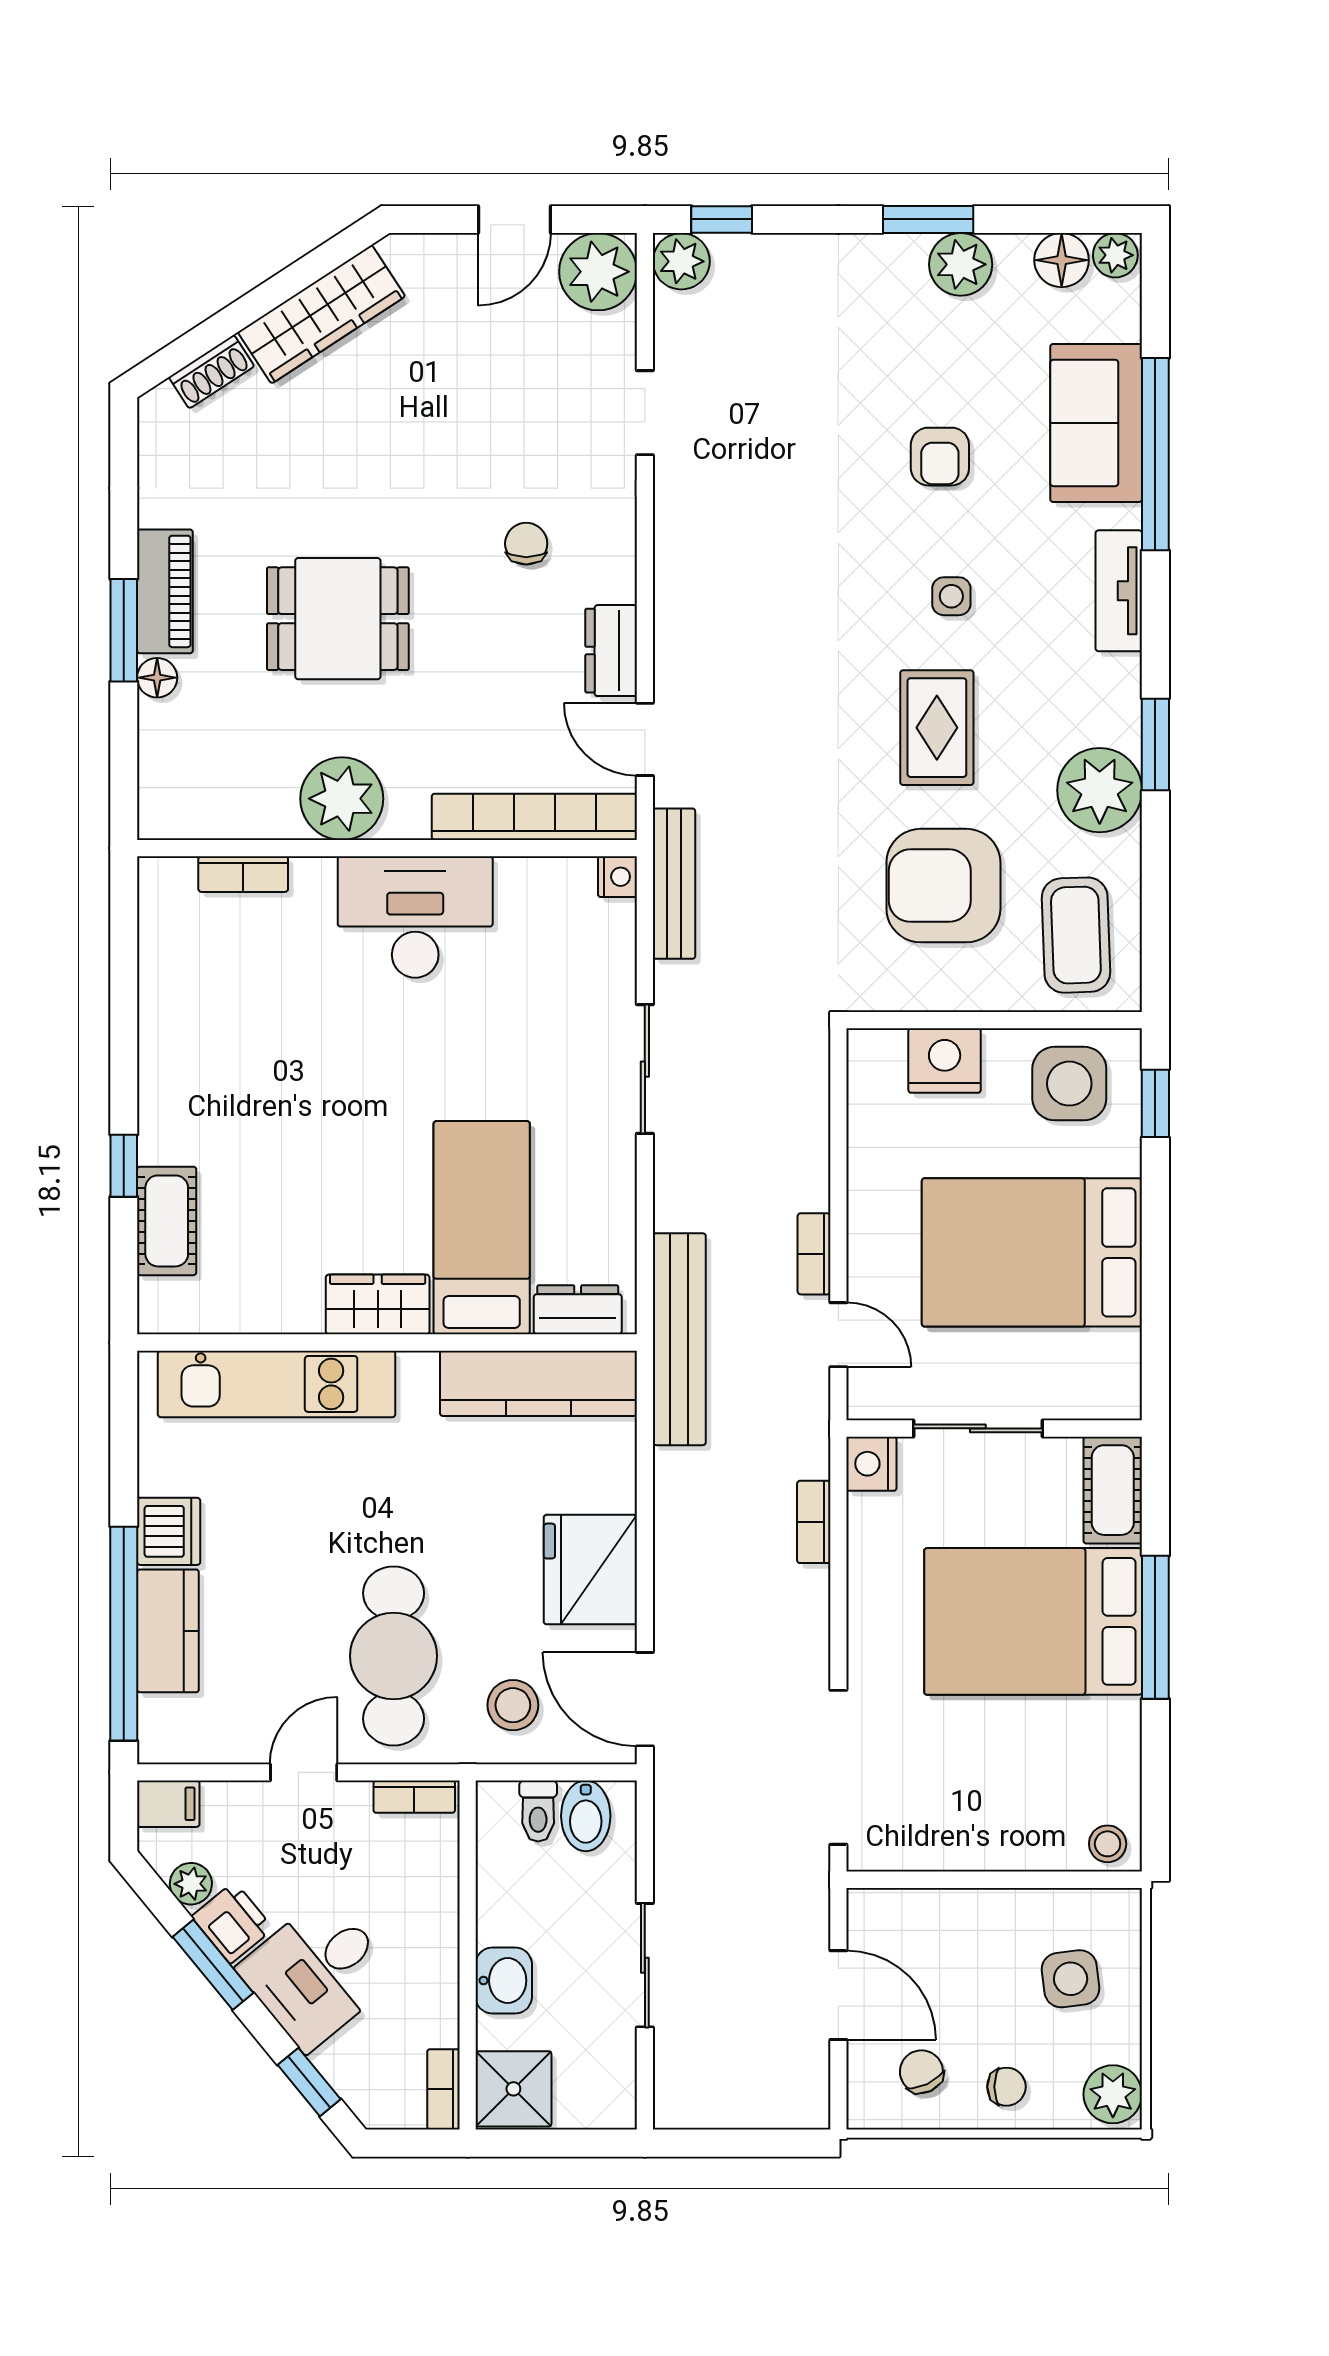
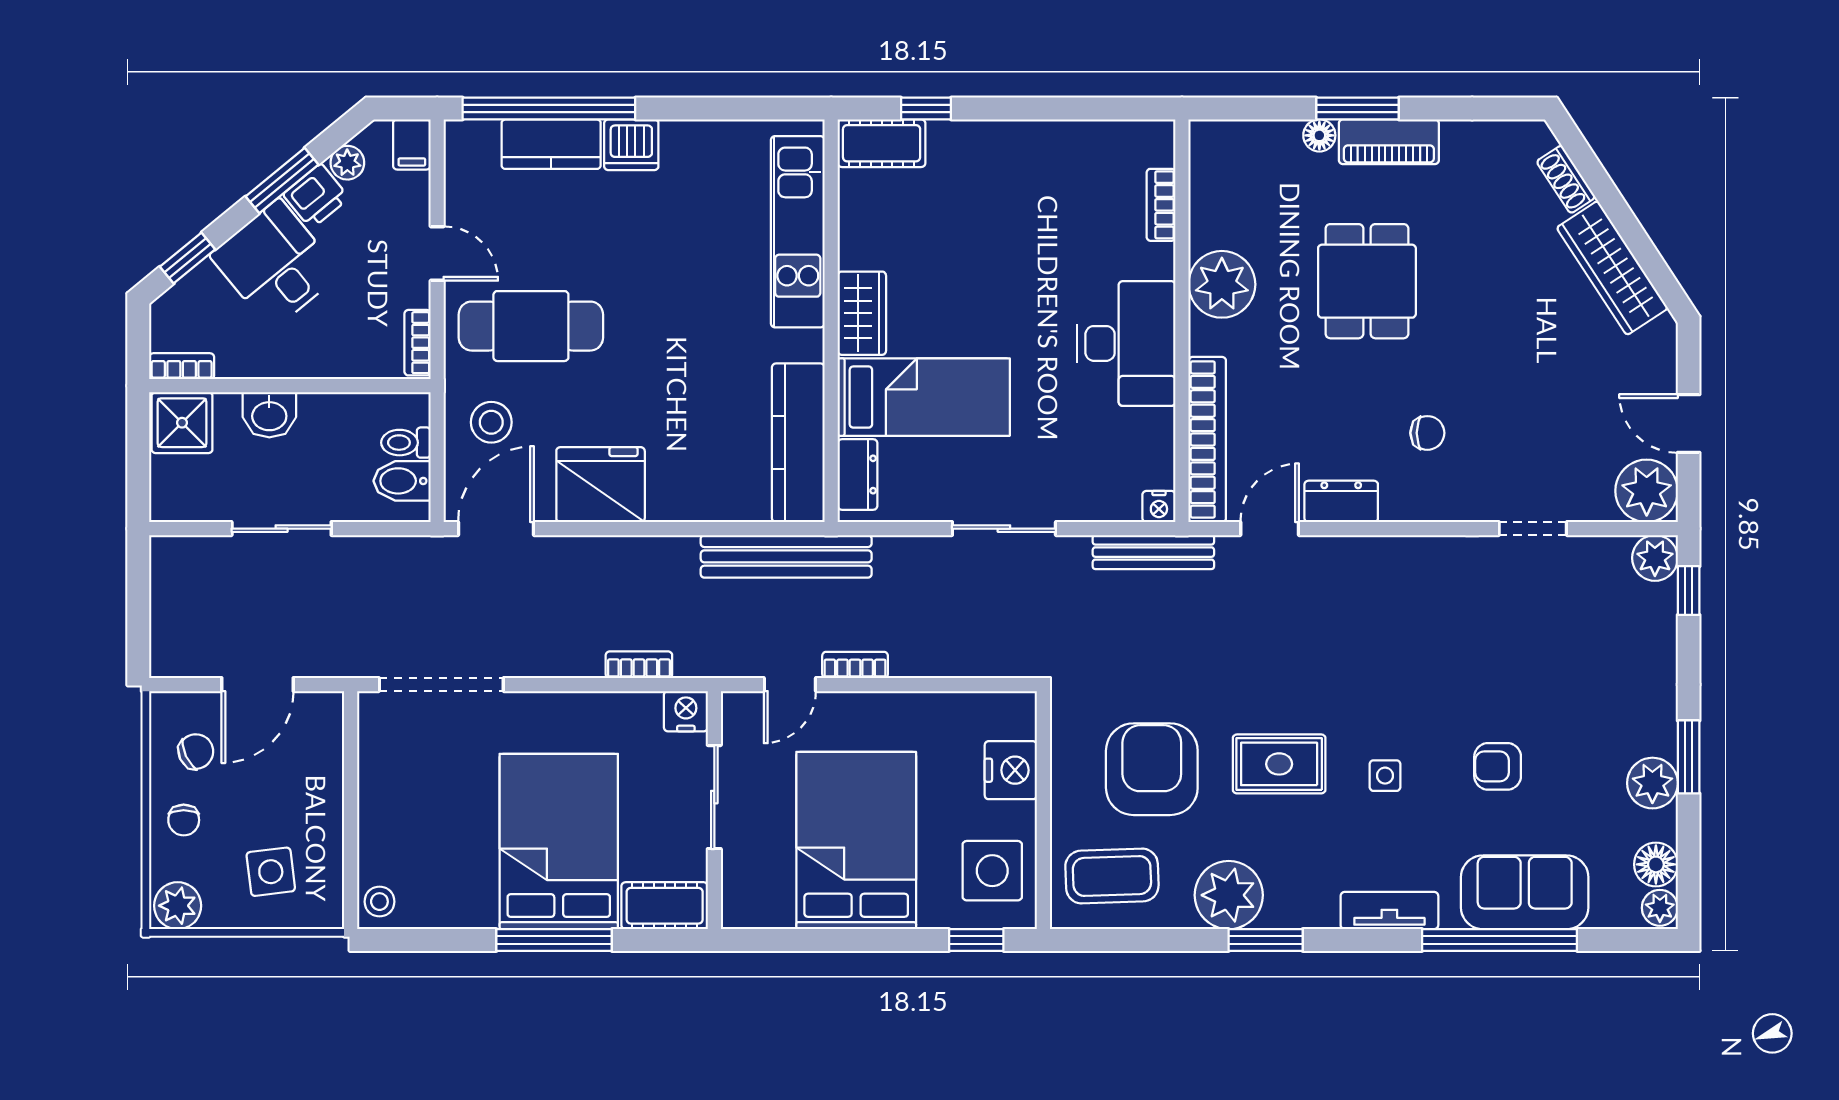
bed: (482, 1228) -> (924, 397), moved
wardrobe: (378, 1304) -> (862, 313), moved
dresser: (578, 1310) -> (858, 474), moved
wall: (387, 1342) -> (831, 321), moved
kitchen counter: (538, 1383) -> (798, 443), moved
kitchen unit: (277, 1384) -> (798, 232), moved

